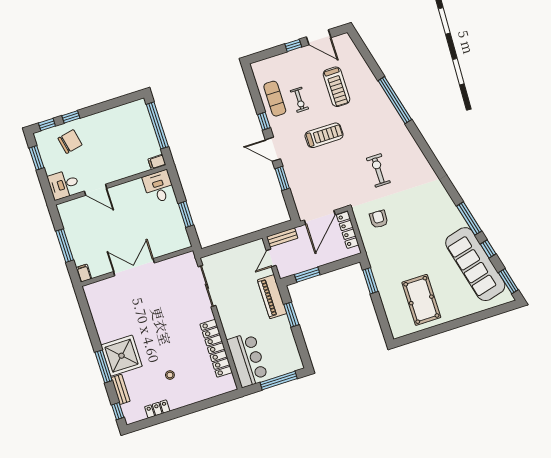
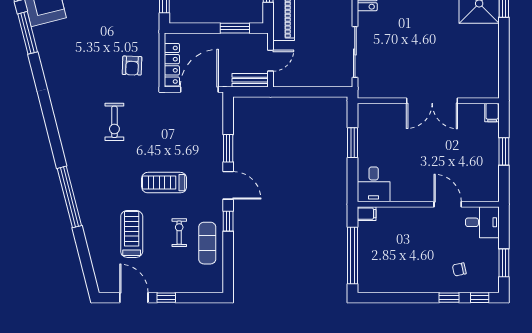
chair: (70, 142) -> (459, 269), width x0.54, depth x0.54
window: (65, 246) -> (504, 151), width x0.69

